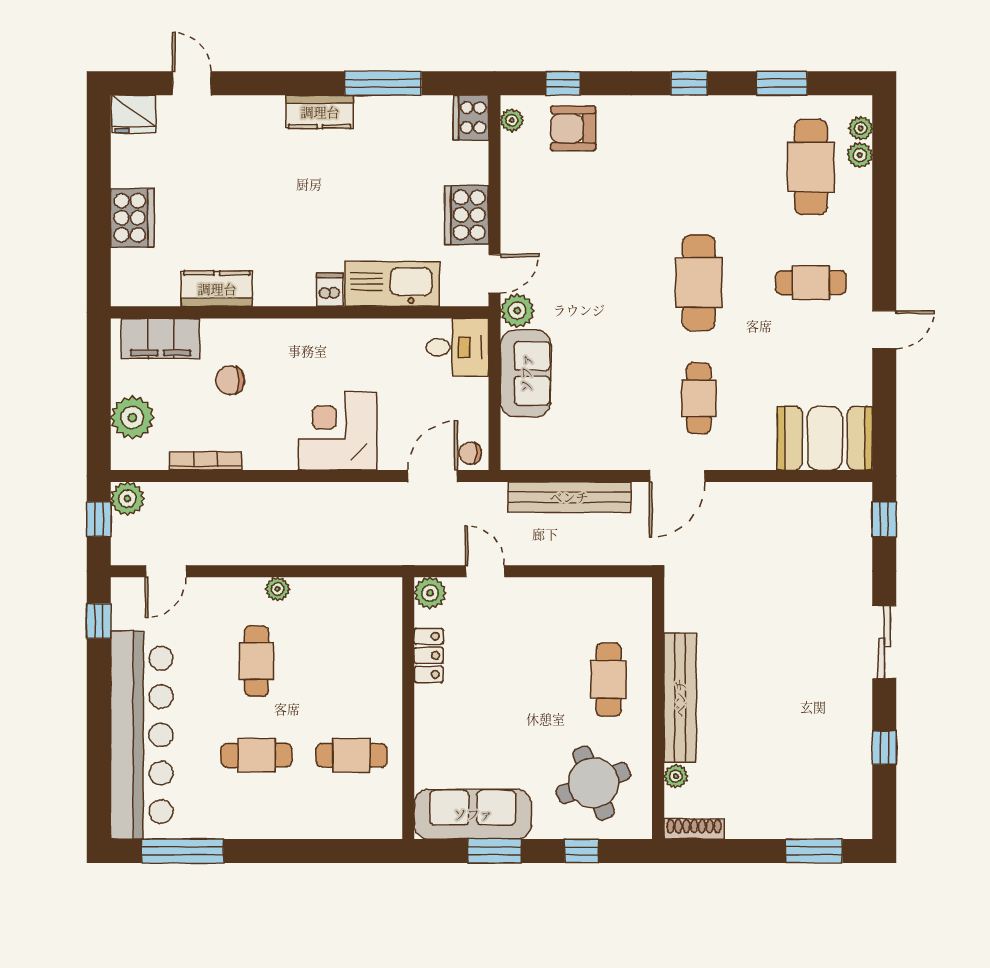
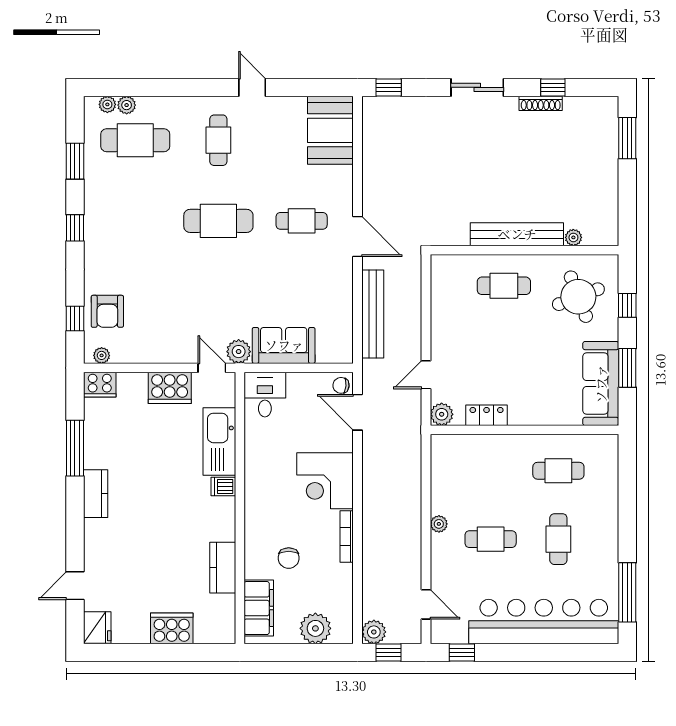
chair: (470, 453) -> (341, 385), turned 95
bookcase: (206, 461) -> (347, 536), moved
cafe table: (351, 755) -> (558, 471), turned 90
shoe rack: (694, 829) -> (541, 103), moved, turned -90

